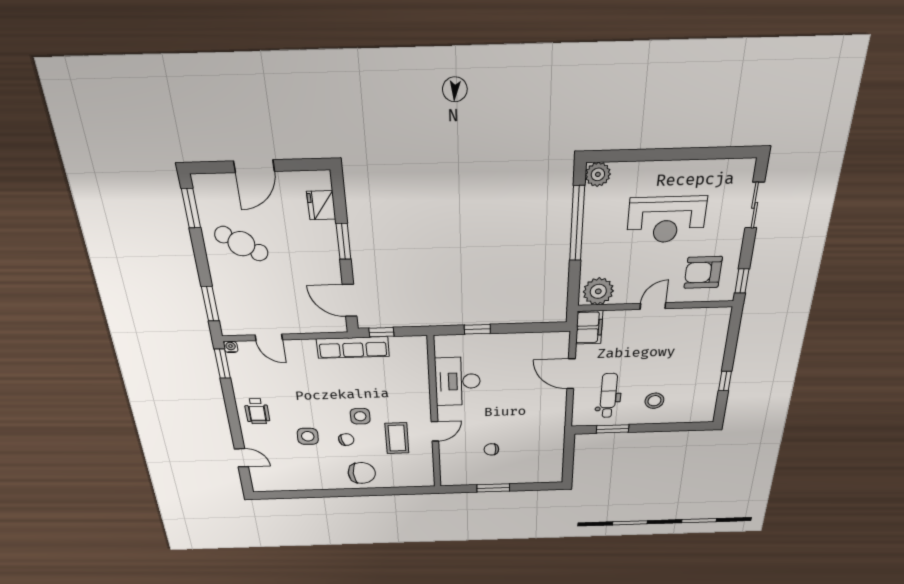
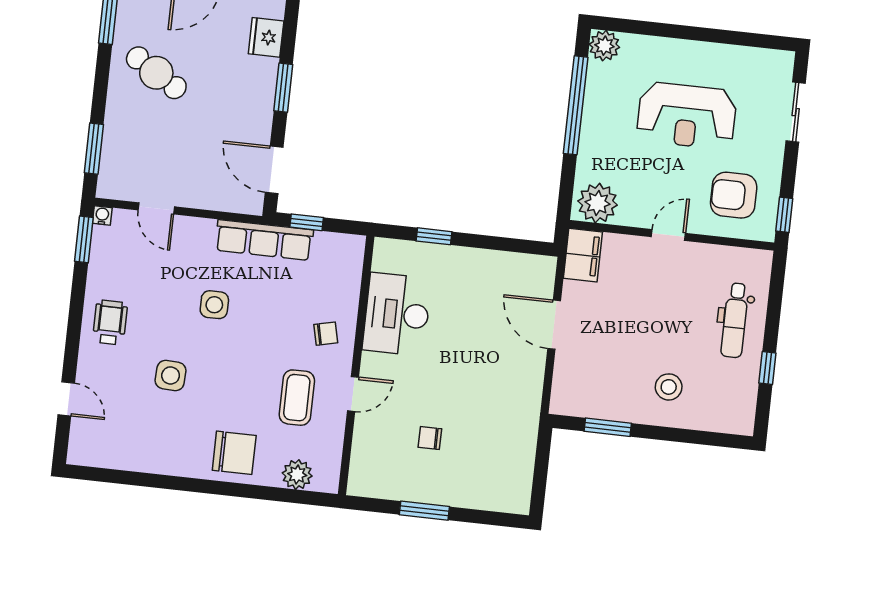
dental chair: (608, 396) -> (735, 320), moved, turned 180
wheelchair: (257, 411) -> (110, 322), turned 180
side table: (360, 416) -> (214, 305), moved
chair: (346, 440) -> (326, 334), moved
plant: (406, 479) -> (297, 475), added

